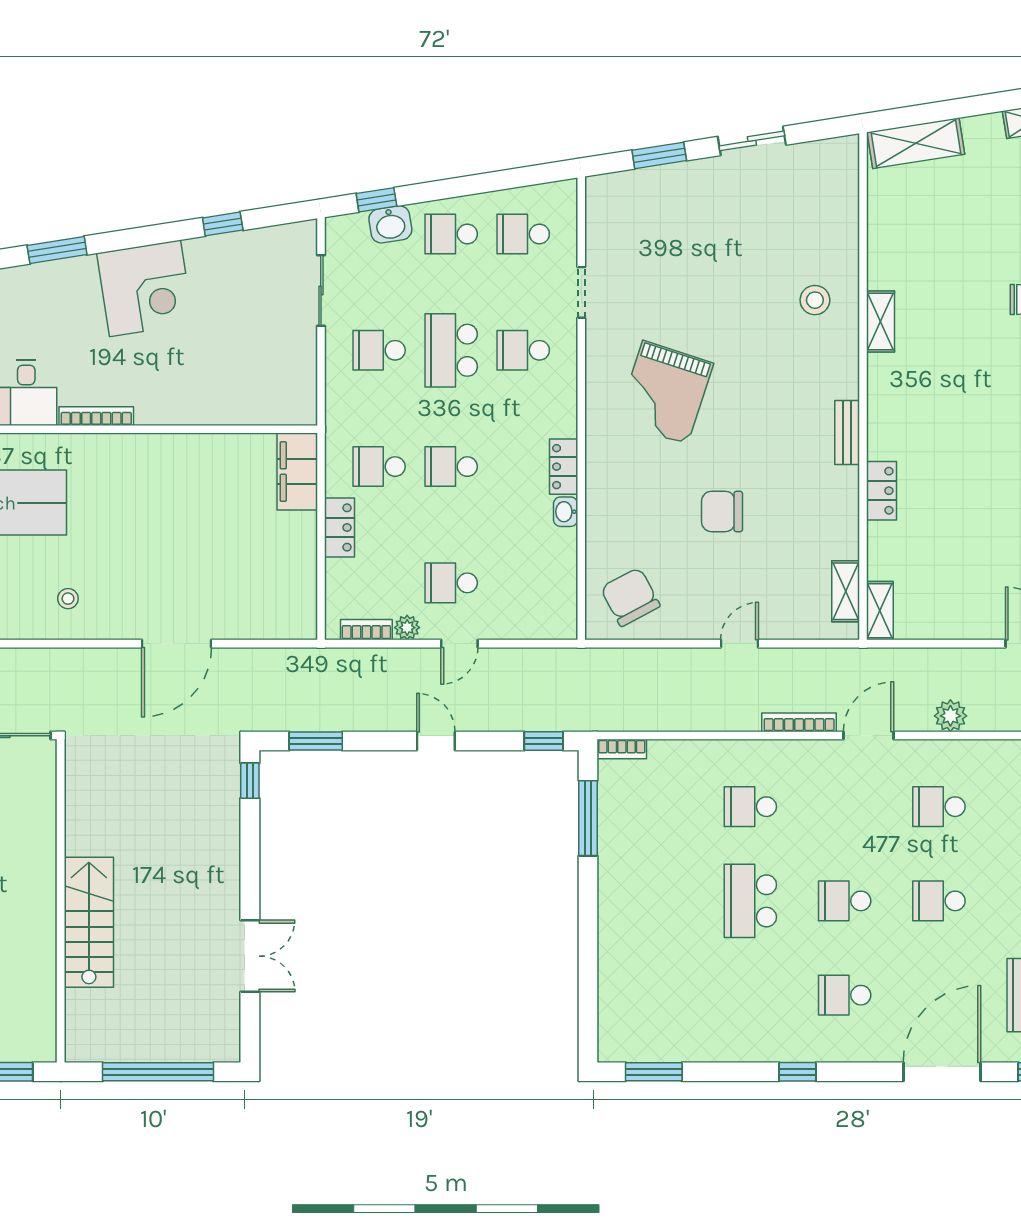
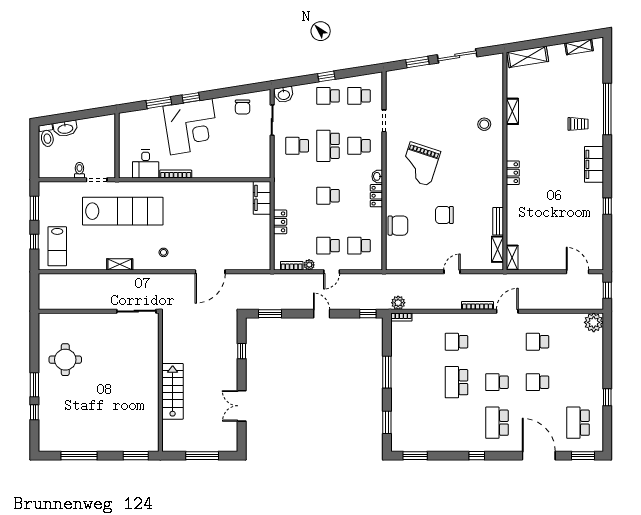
sliding door: (752, 141) -> (457, 56), width x1.37
window: (376, 200) -> (326, 76), moved
window: (223, 224) -> (191, 98), moved
washbasin: (390, 224) -> (284, 95), moved
chair: (252, 260) -> (243, 107), added
corner desk: (145, 288) -> (191, 127), width x1.36, depth x1.36
shelving: (880, 322) -> (512, 111), moved
bench: (847, 433) -> (498, 221), moved
school desk: (379, 467) -> (359, 246), moved
locker: (882, 491) -> (513, 173), moved
washbasin: (566, 512) -> (377, 176), moved
chair: (630, 597) -> (398, 226), moved, turned 118
plant: (950, 716) -> (398, 303), moved
window: (250, 781) -> (242, 351), moved
window: (588, 818) -> (387, 372), moved
double door: (250, 956) -> (242, 406), swing flipped
window: (588, 995) -> (387, 422), added
school desk: (845, 995) -> (497, 423), width x1.85
window: (158, 1072) -> (202, 456), width x0.68
door: (942, 1072) -> (539, 456), hinge flipped

